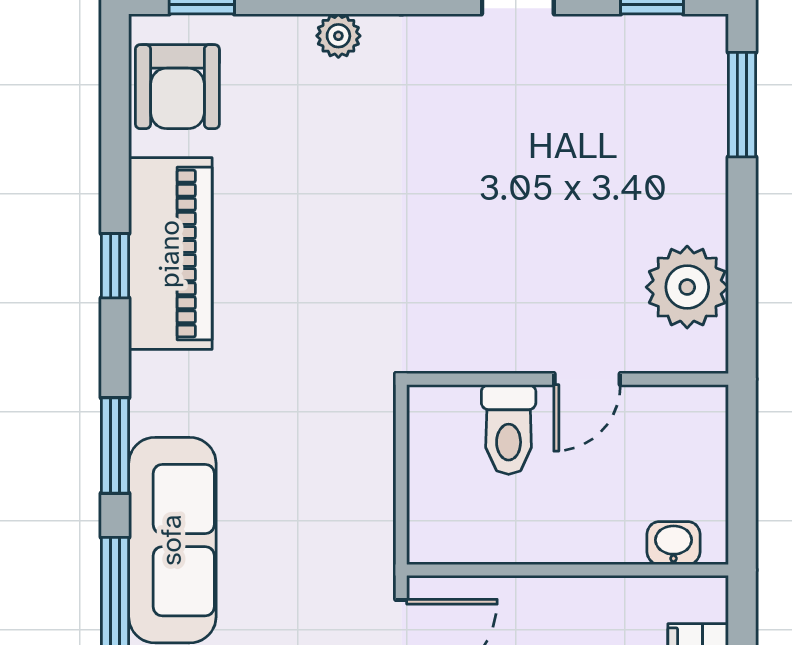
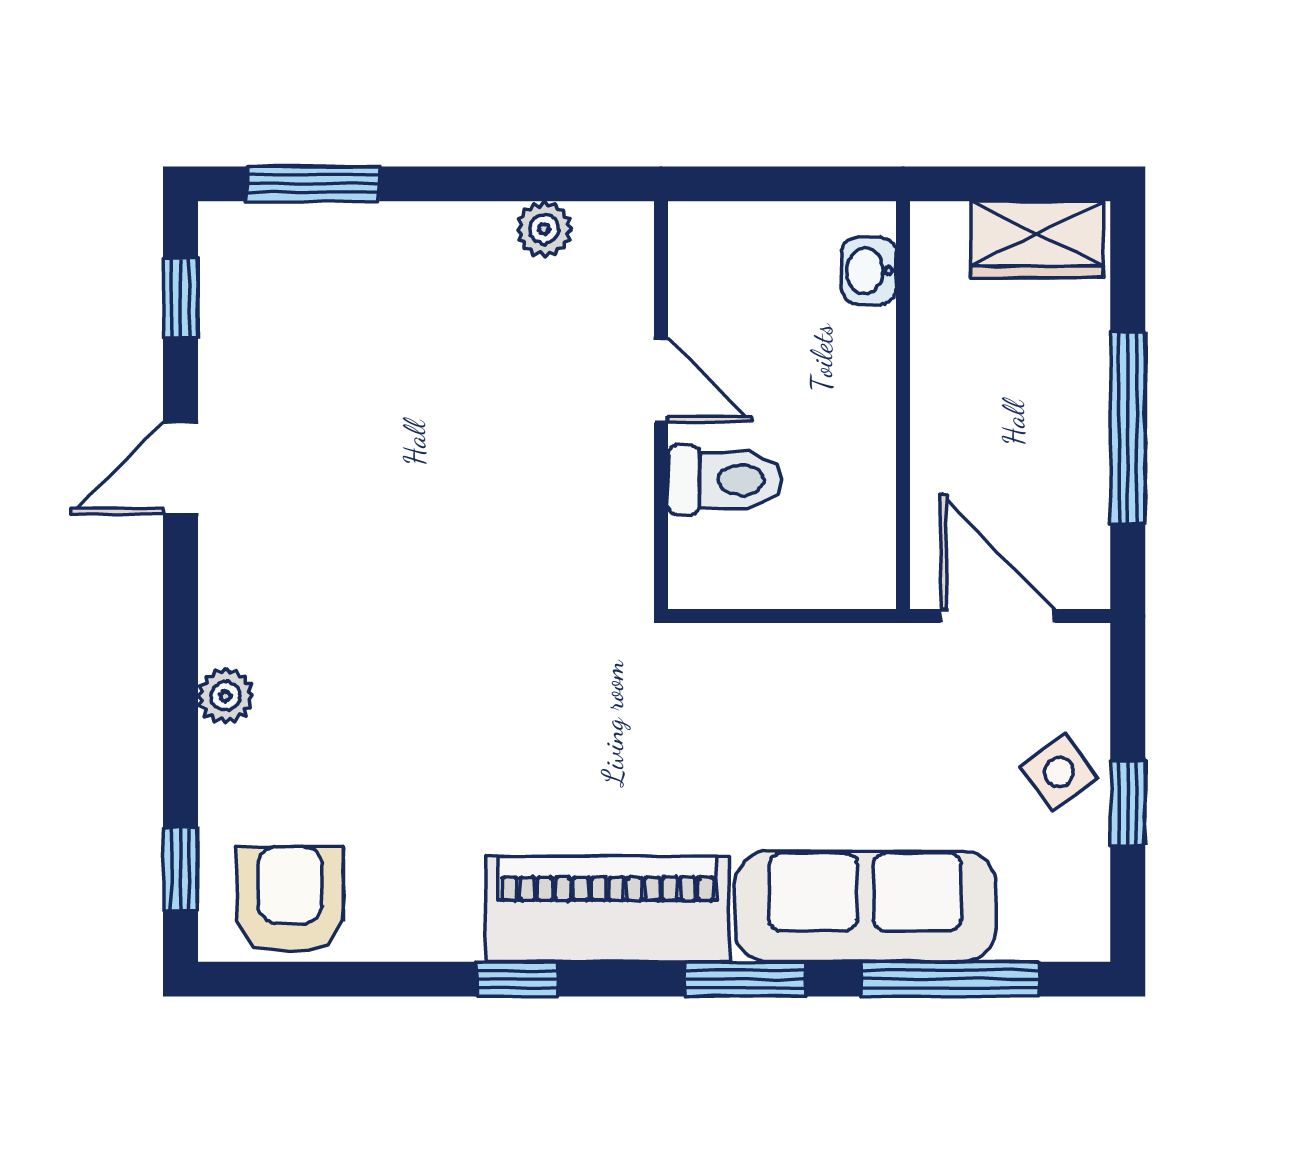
armchair: (177, 87) -> (290, 900), turned -90
piano: (170, 254) -> (608, 909), moved
plant: (687, 287) -> (544, 229), width x0.53, depth x0.53

